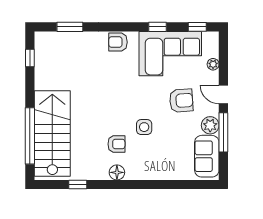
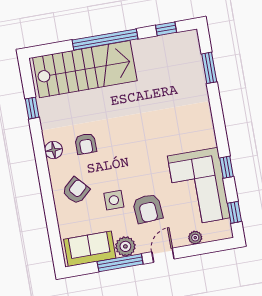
armchair: (118, 42) -> (76, 191), moved, turned 48
side table: (144, 127) -> (114, 200), moved
window: (30, 136) -> (105, 39), moved

